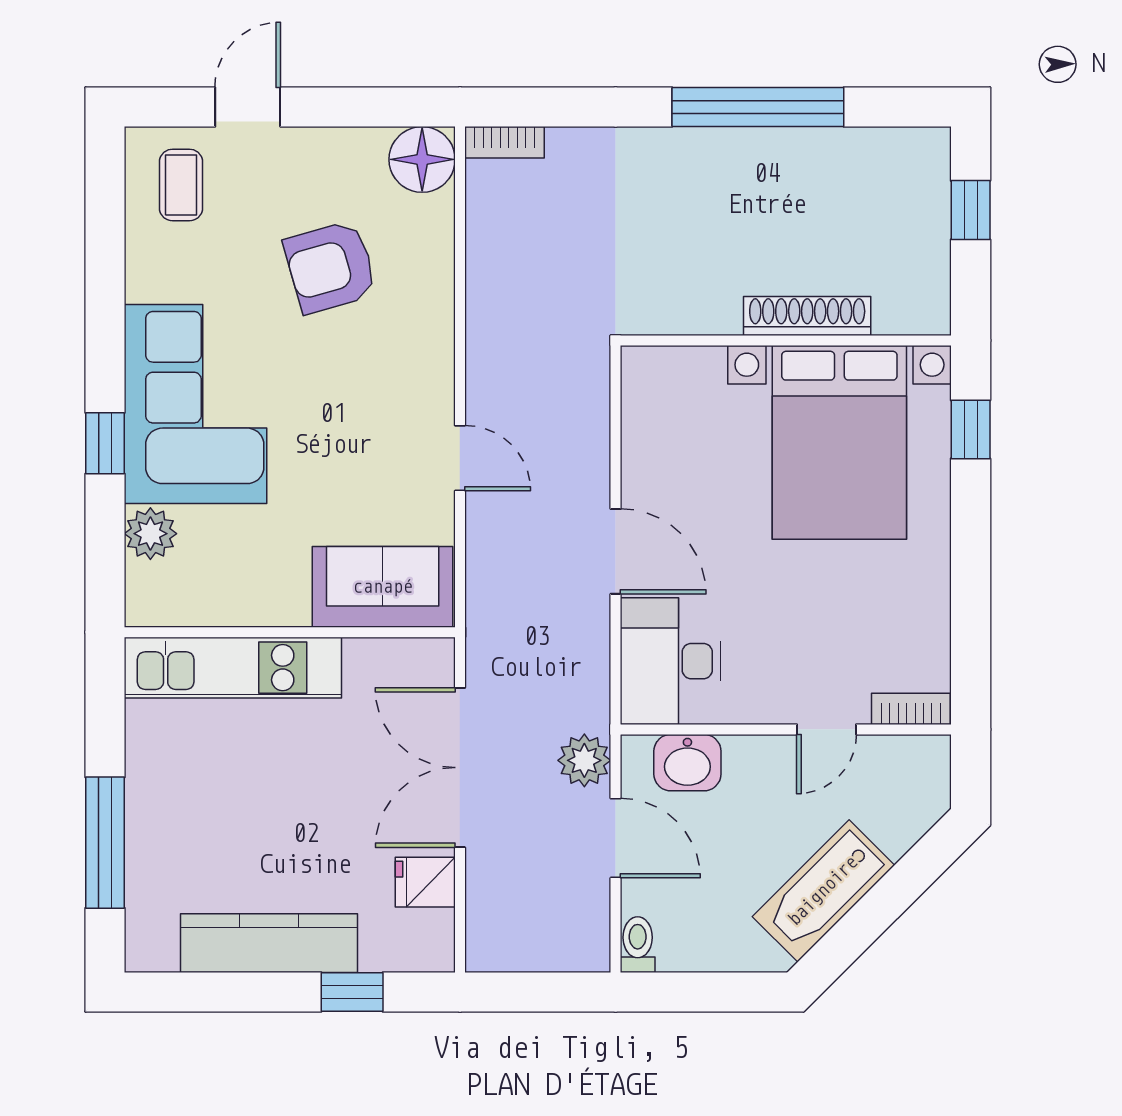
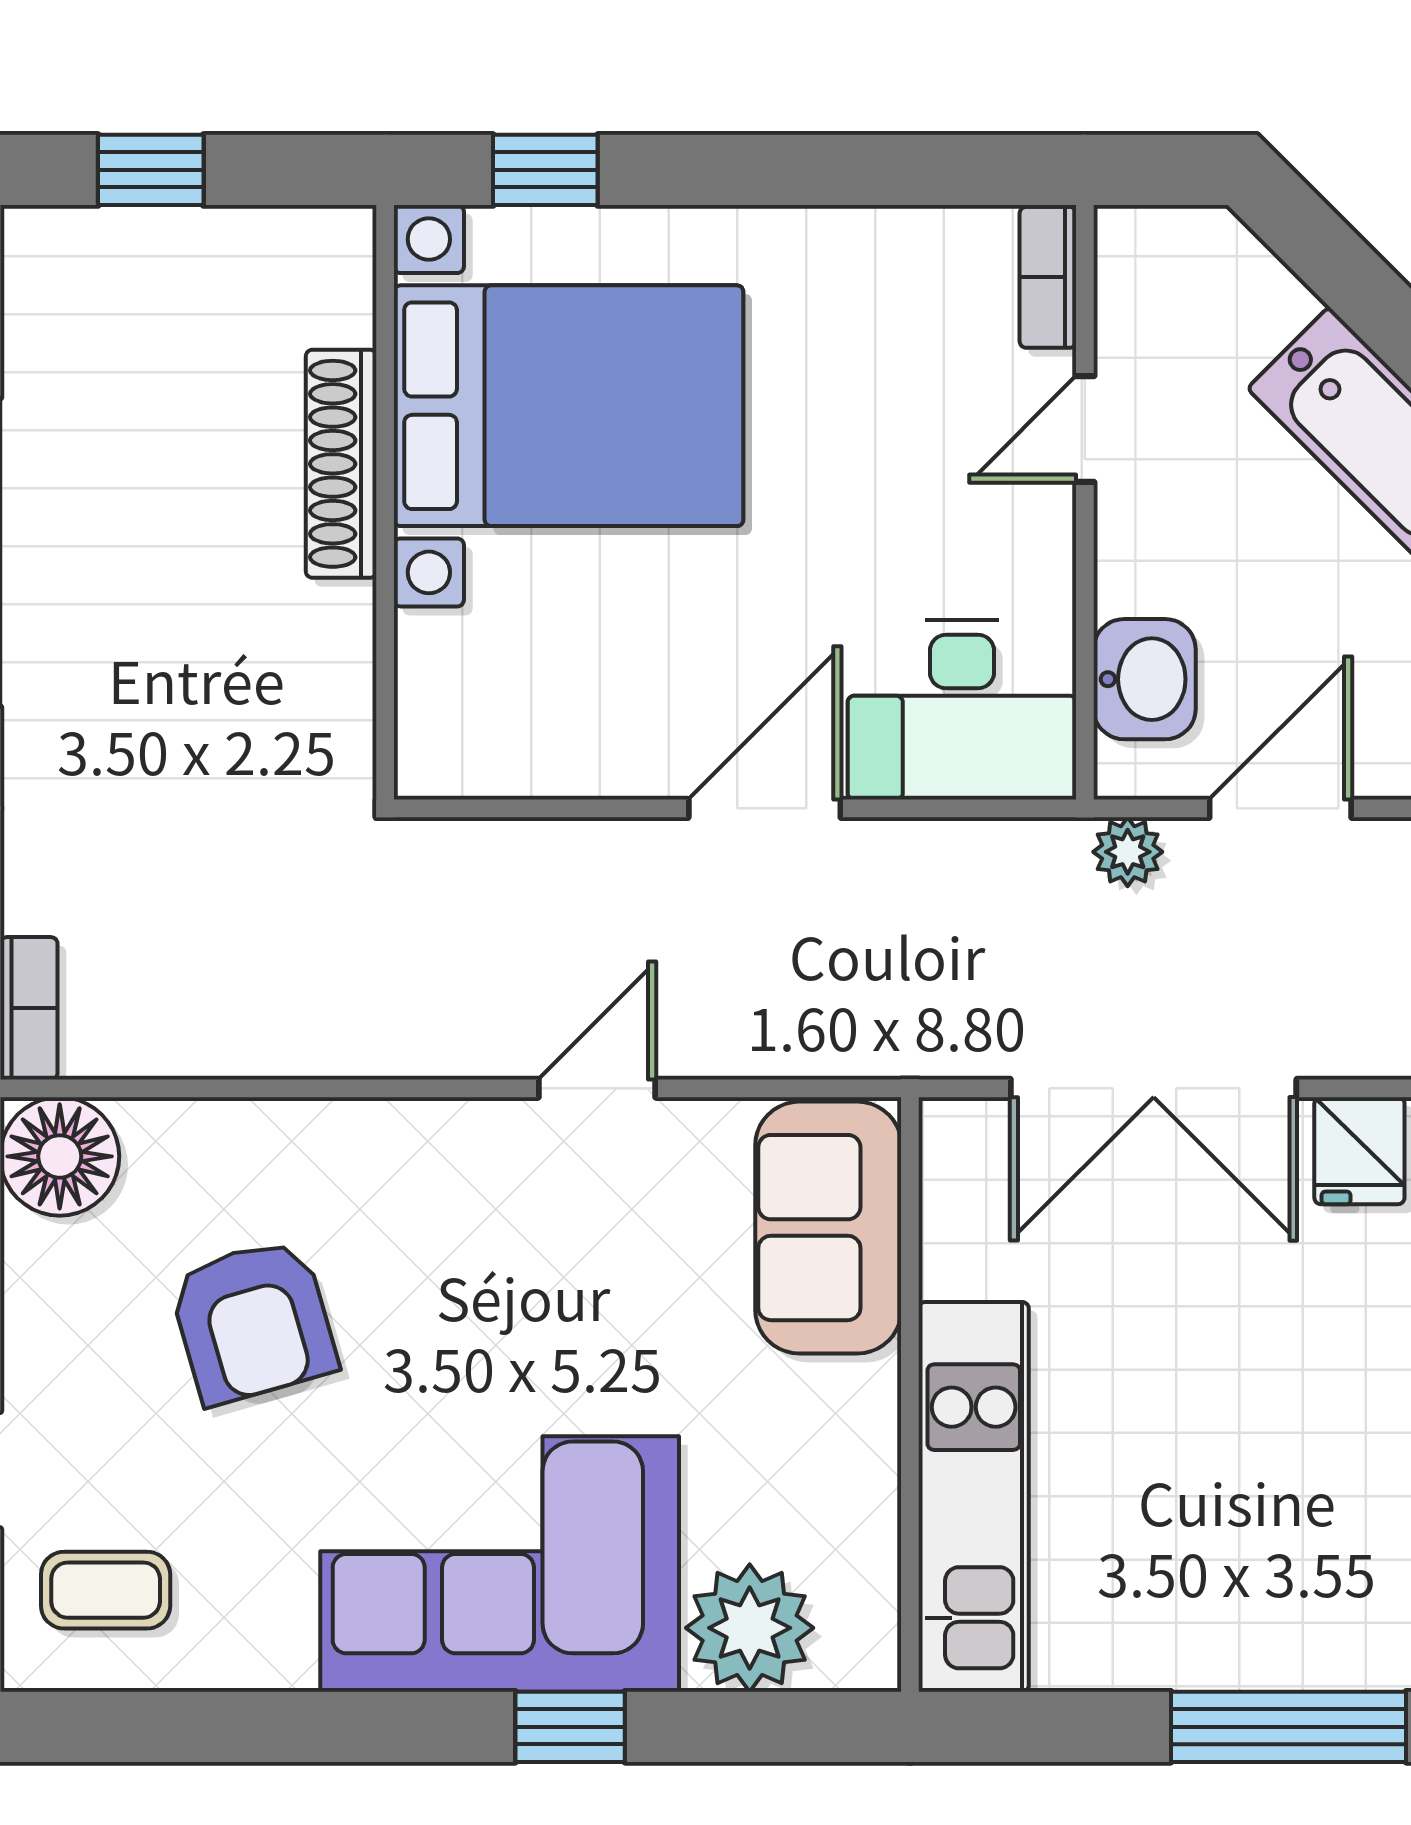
plant: (150, 534) -> (750, 1628), width x1.36, depth x1.36
door: (827, 729) -> (1085, 429), swing flipped
plant: (584, 760) -> (1128, 852), width x0.73, depth x0.73

